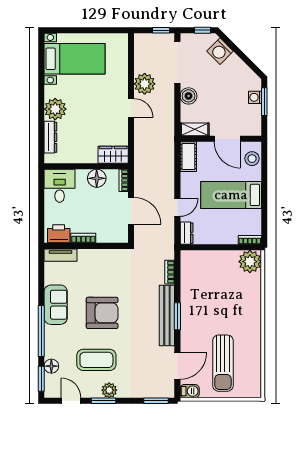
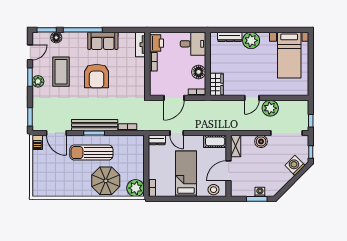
parasol: (240, 301) -> (106, 181), added
sun lounger: (223, 363) -> (91, 153), moved

